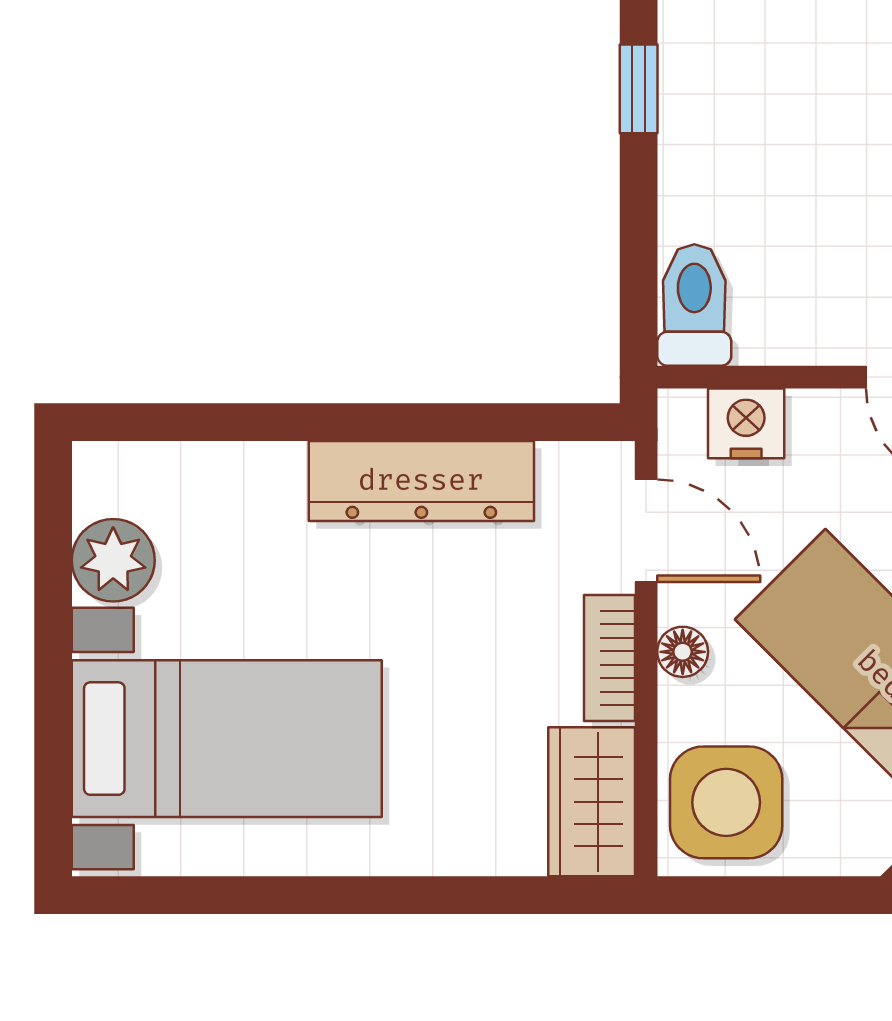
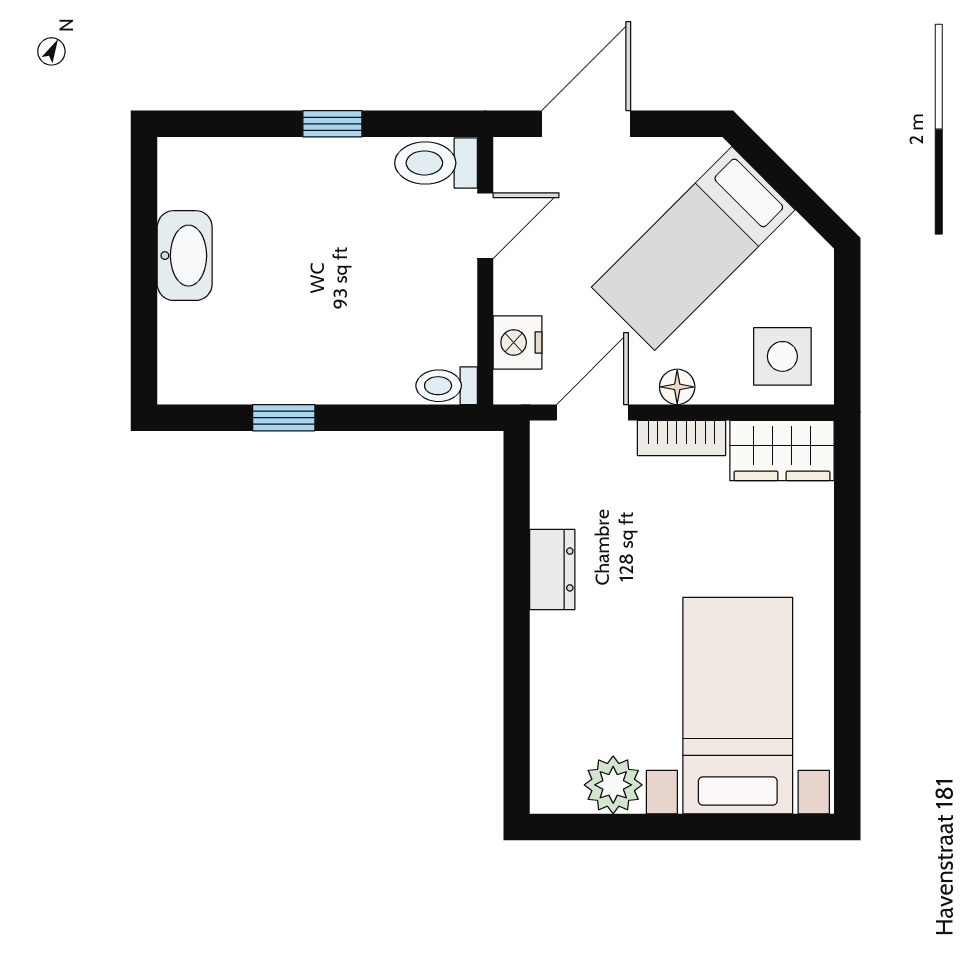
toilet: (694, 305) -> (447, 386), width x0.73, depth x0.72
dresser: (421, 481) -> (552, 569), width x0.51, depth x0.80
side table: (726, 802) -> (782, 356), width x0.73, depth x0.73

